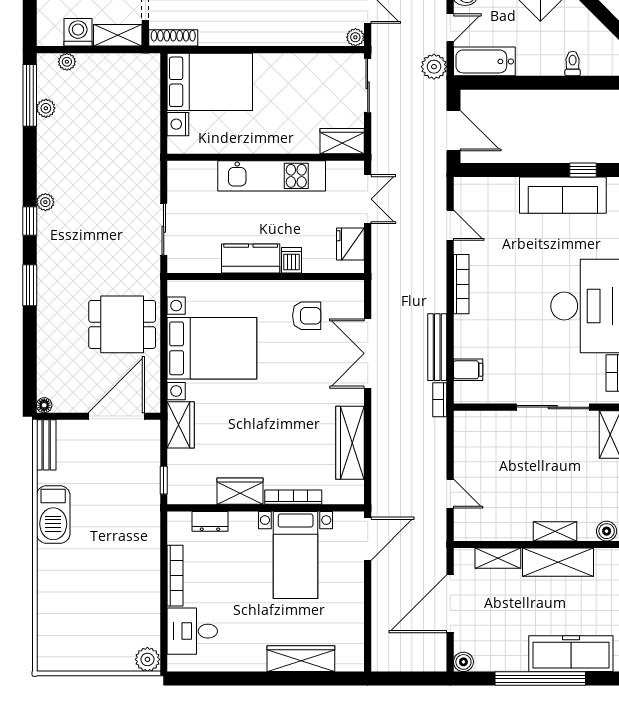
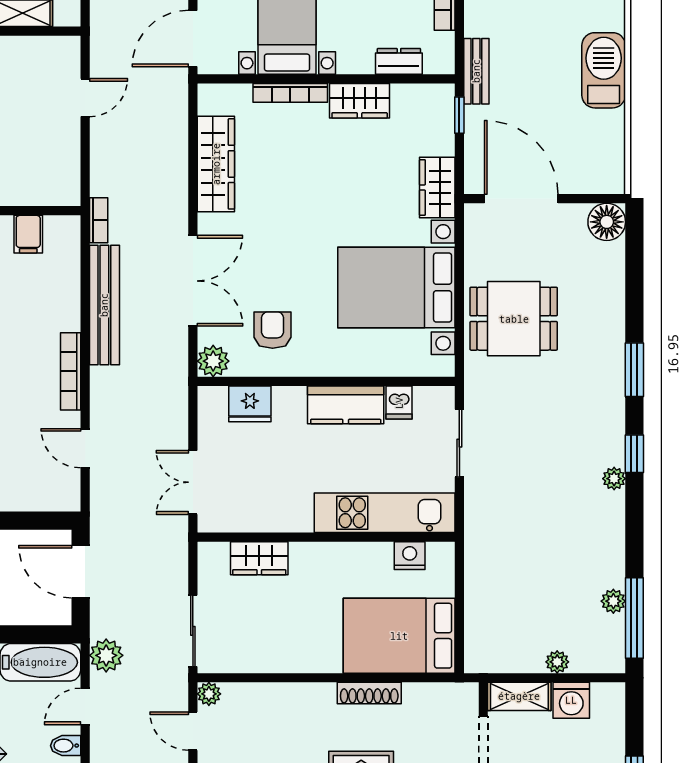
shoe rack: (173, 38) -> (369, 693), moved
plant: (67, 62) -> (557, 662), moved
nightstand: (178, 124) -> (410, 556), moved, turned -90
wardrobe: (342, 141) -> (259, 558), moved
kitchen unit: (272, 176) -> (385, 513), moved
fridge: (350, 244) -> (250, 404), moved, turned 90
dishwasher: (291, 260) -> (399, 403), moved
plant: (352, 292) -> (213, 361), added
armchair: (307, 316) -> (273, 330), turned 90
bench: (437, 347) -> (104, 305), width x1.37, depth x1.21
filing cabinet: (468, 370) -> (28, 234), moved, turned -90
floor lamp: (44, 405) -> (607, 222), width x1.89, depth x1.89
door: (116, 416) -> (521, 199), swing flipped
bench: (46, 445) -> (476, 71), moved
door: (450, 494) -> (85, 98), swing flipped

